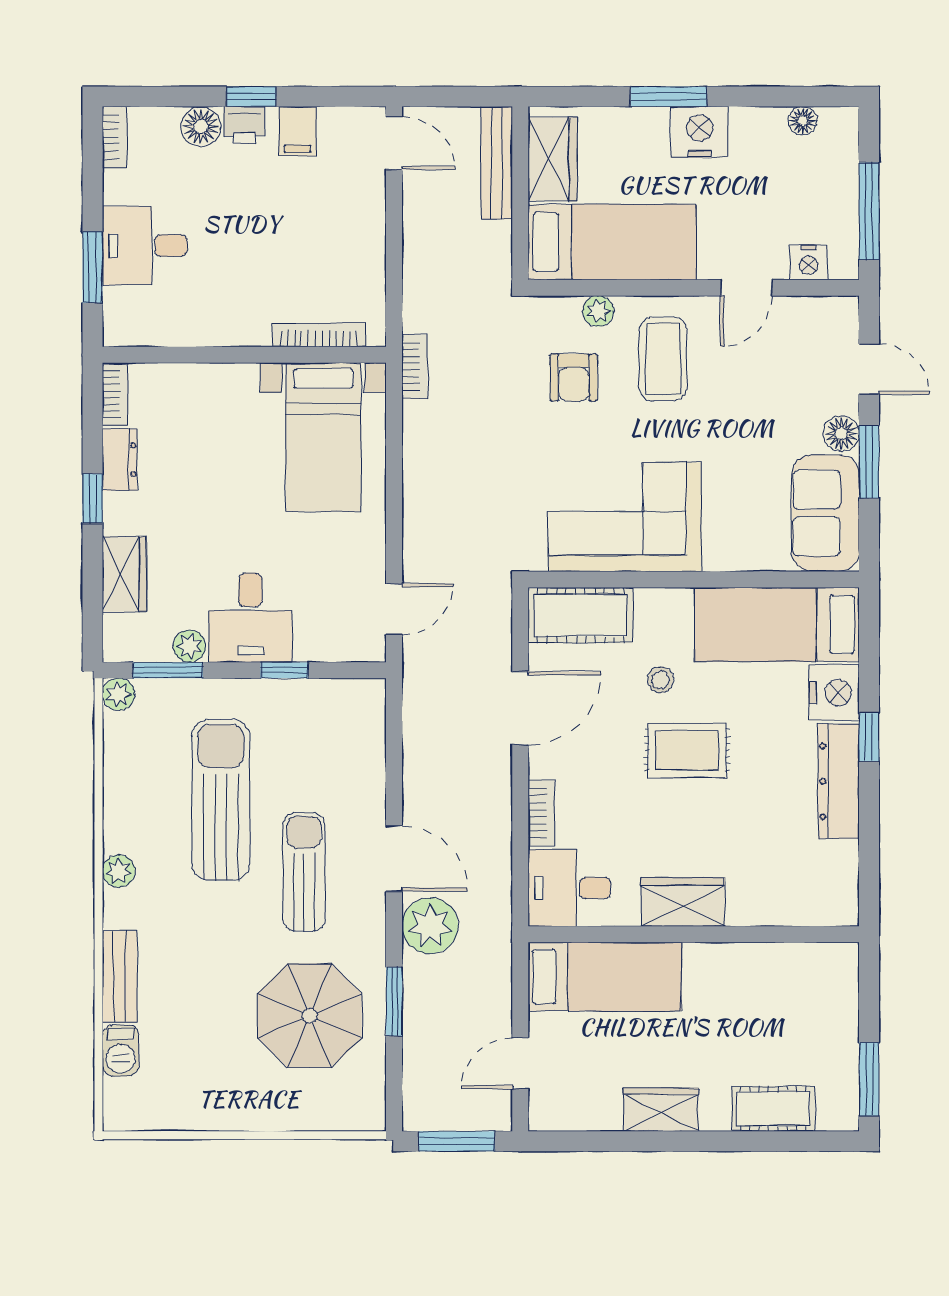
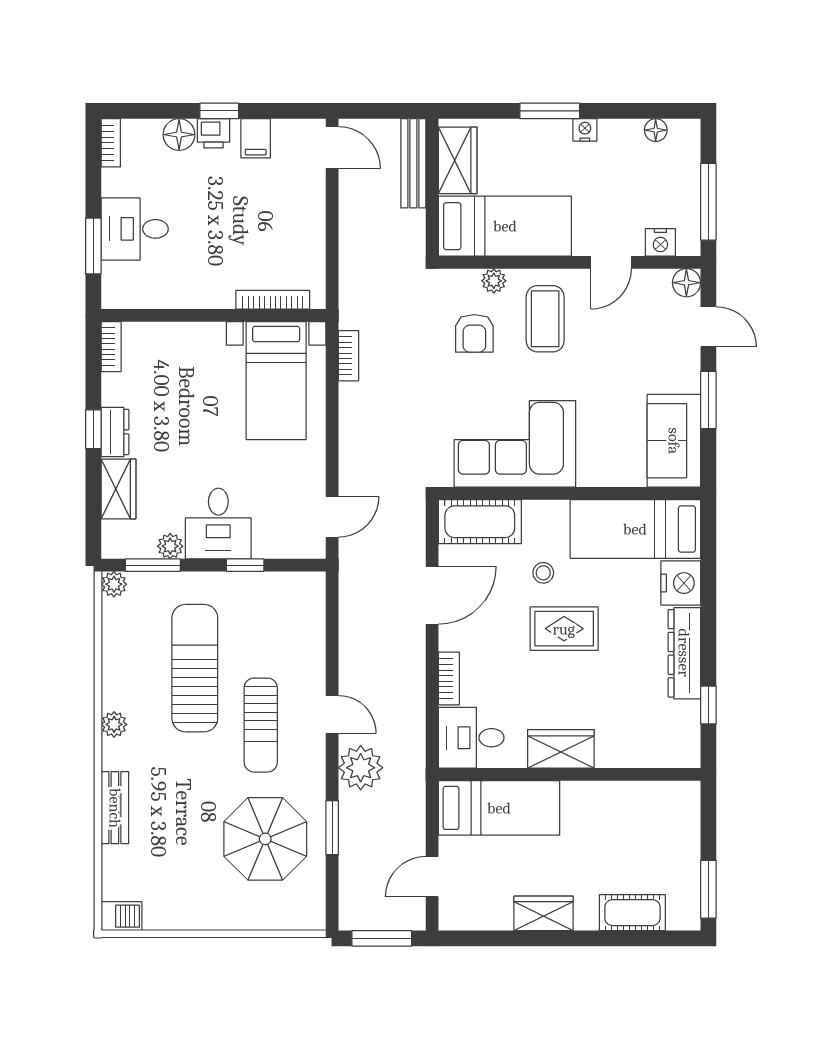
nightstand: (700, 132) -> (585, 130), width x0.53, depth x0.56
bookcase: (415, 366) -> (349, 356), moved
floor lamp: (841, 434) -> (686, 283), moved
dresser: (120, 460) -> (115, 432), moved
window: (869, 737) -> (708, 705), moved
door: (394, 858) -> (332, 714), width x0.73
sun lounger: (304, 872) -> (261, 725), turned 180
barbecue: (121, 1051) -> (121, 916), moved, turned -90

